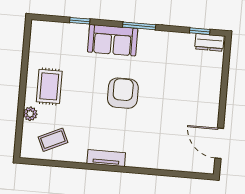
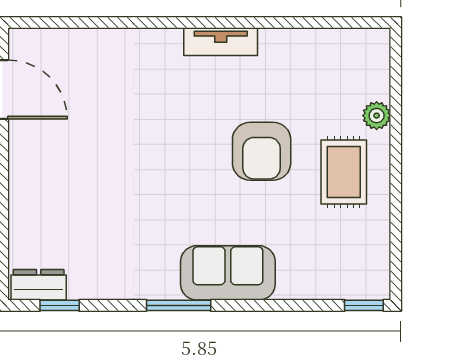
window: (80, 21) -> (364, 305), moved
armchair: (123, 93) -> (262, 151), moved
coffee table: (53, 140) -> (328, 69), removed

